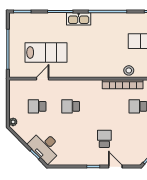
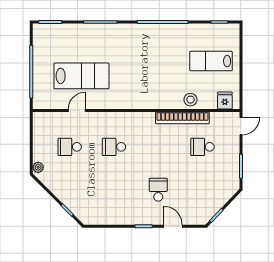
kitchen sink: (79, 19) -> (124, 32), removed
desk: (45, 147) -> (80, 200), removed

